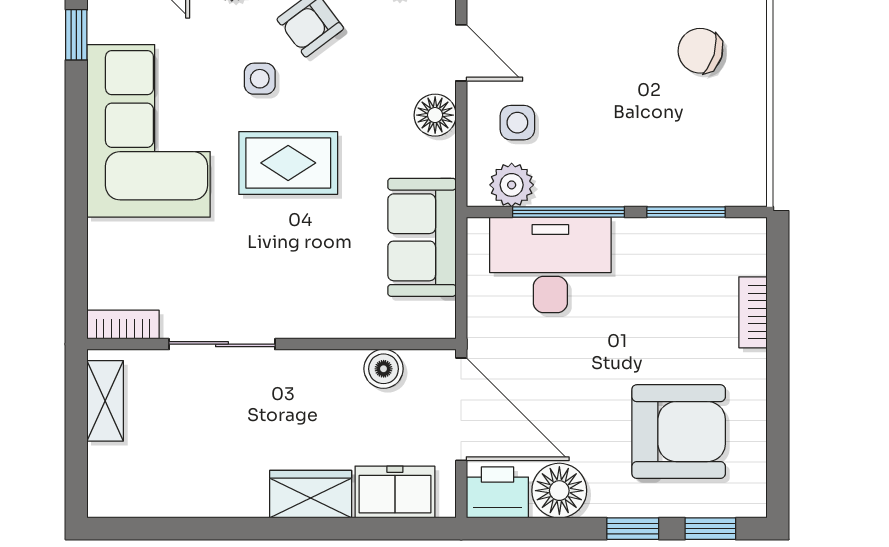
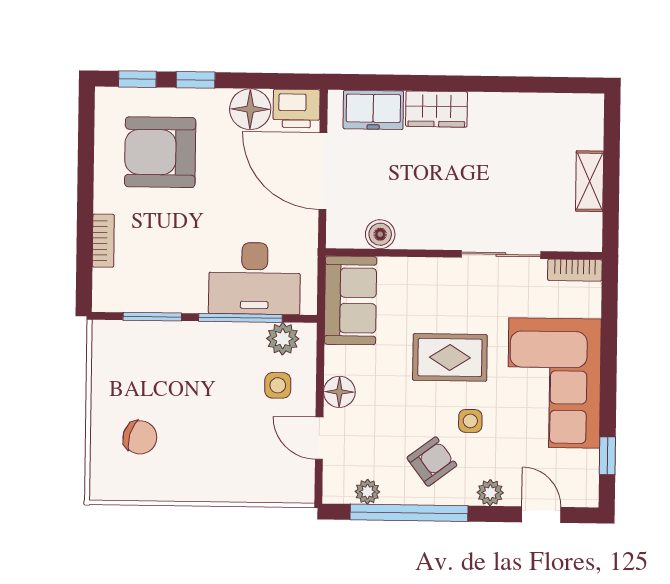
bookcase: (123, 325) -> (575, 270), moved
sliding door: (222, 344) -> (501, 254), moved
wall: (272, 344) -> (464, 254), moved
boiler: (384, 369) -> (380, 234), moved

